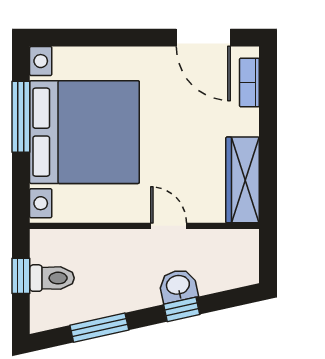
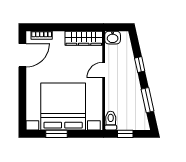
window: (21, 117) -> (56, 134), width x0.69
toilet: (52, 278) -> (111, 121), moved
washbasin: (178, 286) -> (113, 38), moved, turned -77

